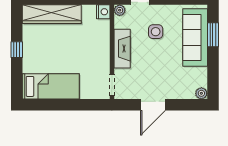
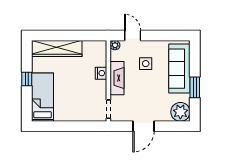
nightstand: (103, 12) -> (101, 73), moved
window: (213, 35) -> (195, 87), moved
bed: (51, 86) -> (43, 97), moved, turned -90
plant: (201, 93) -> (180, 112), width x1.88, depth x1.88

